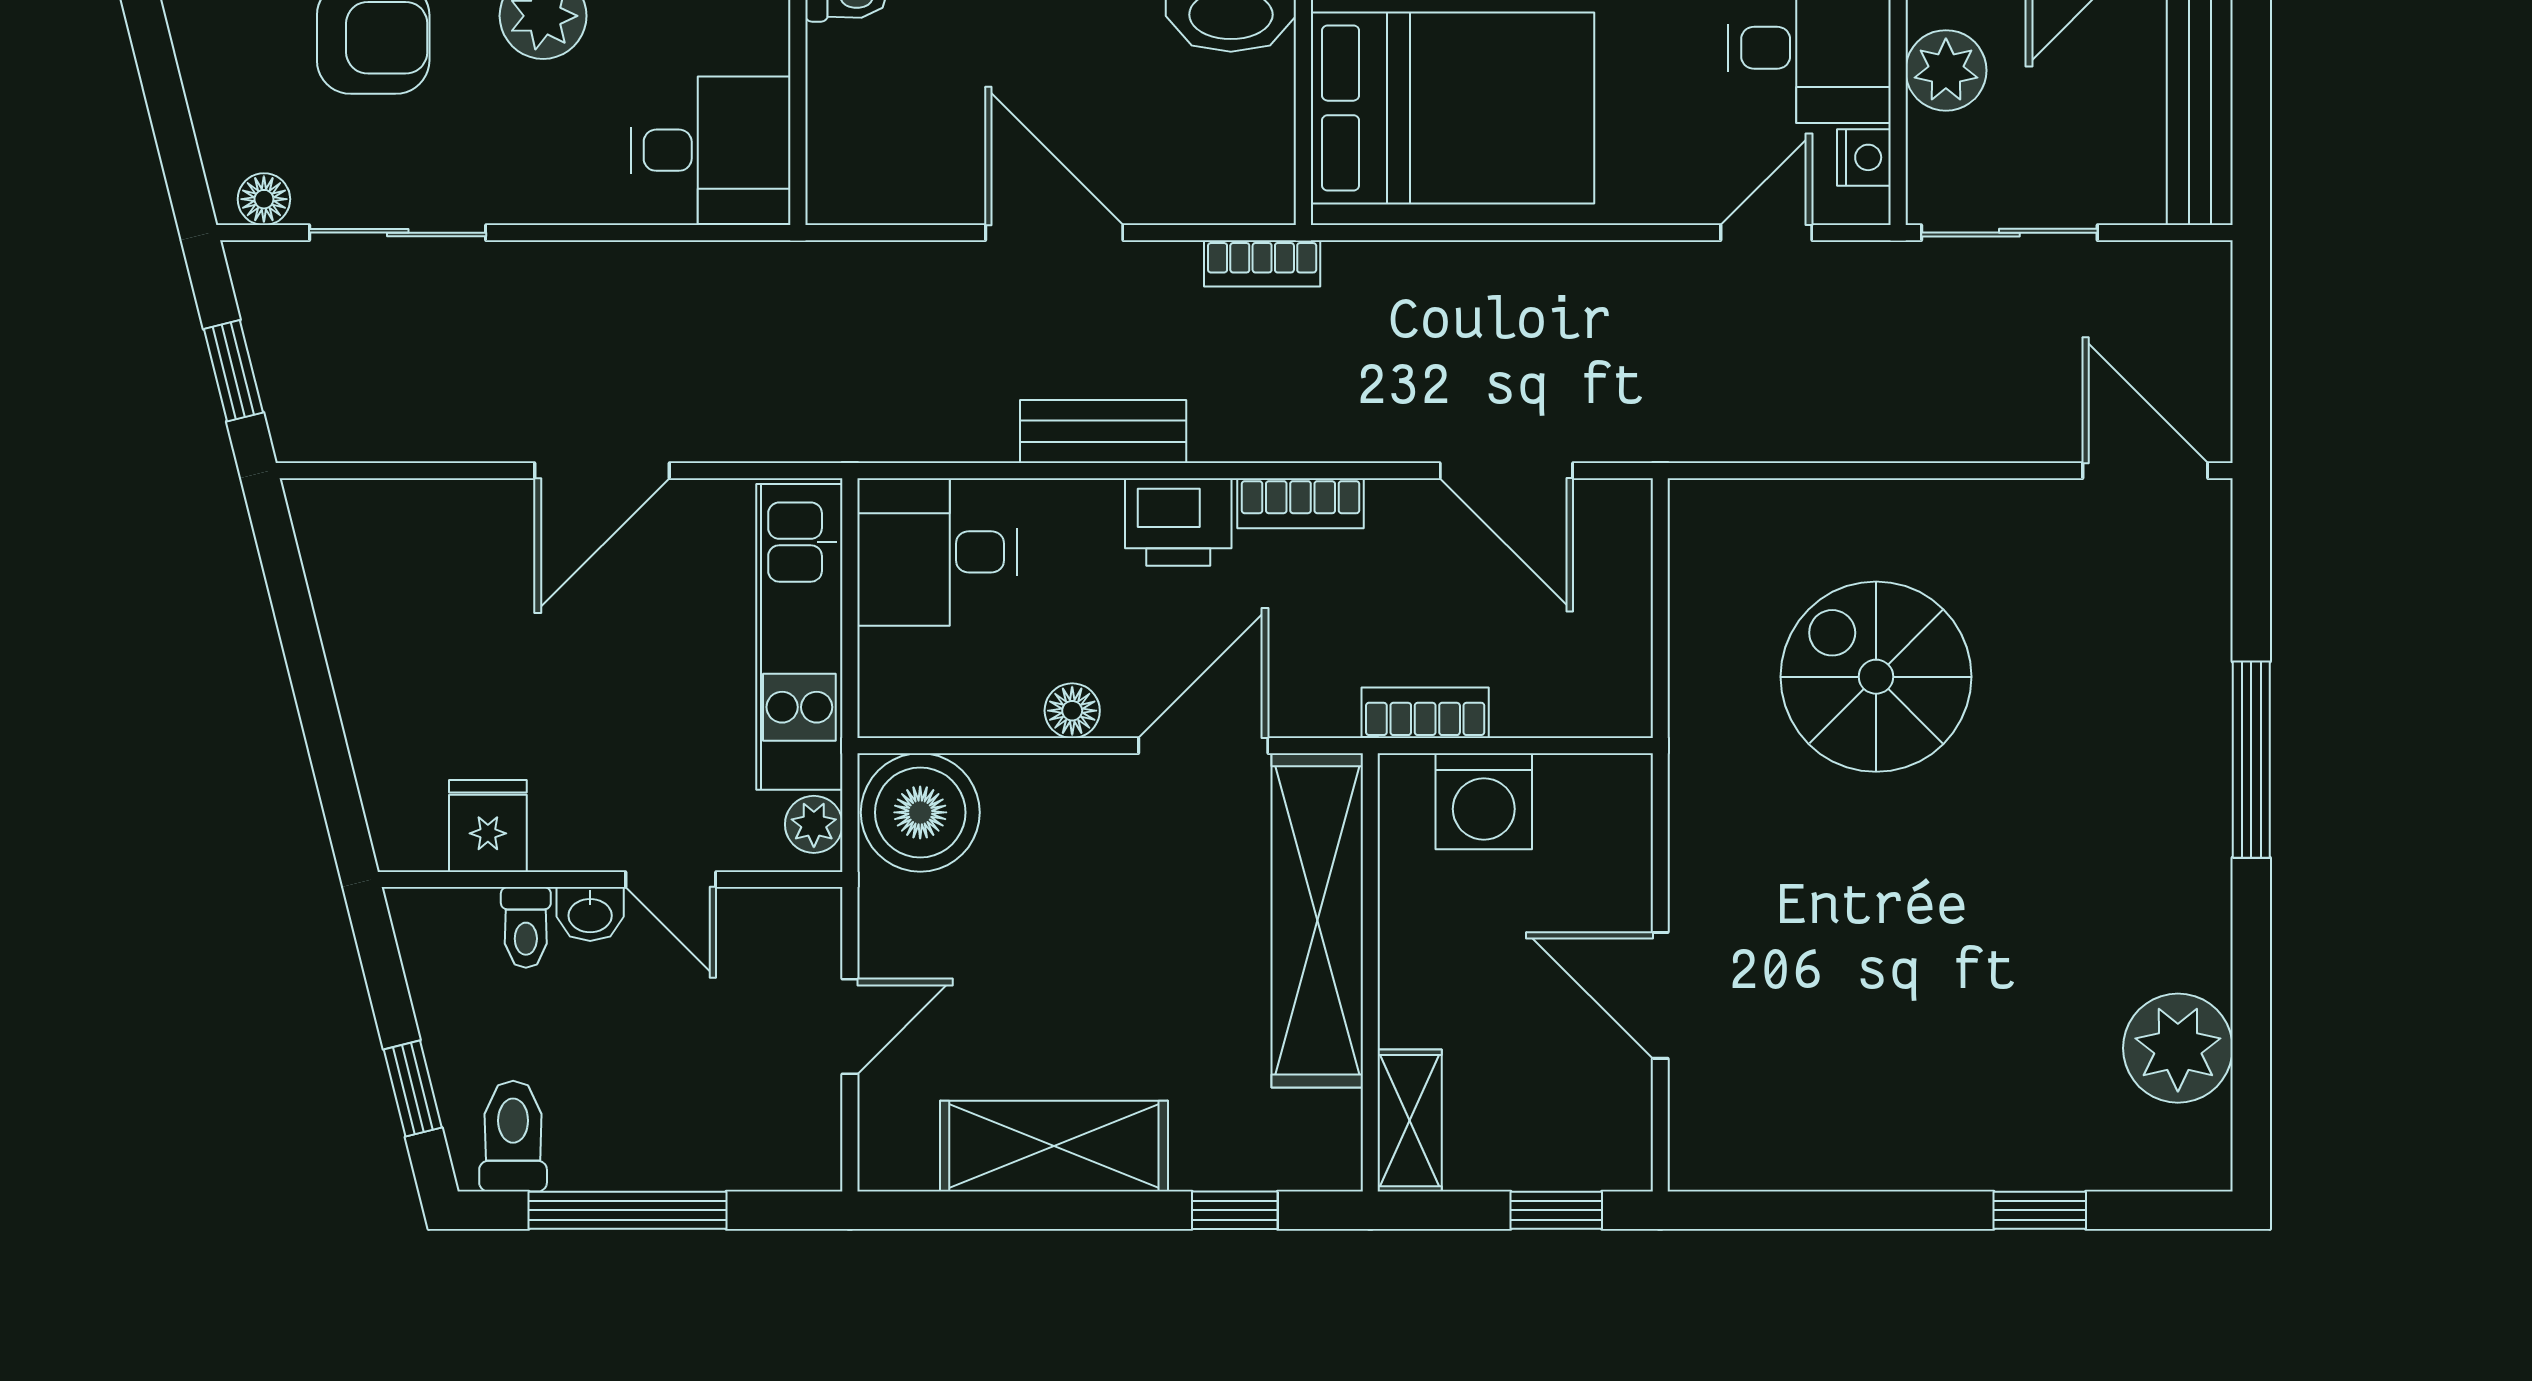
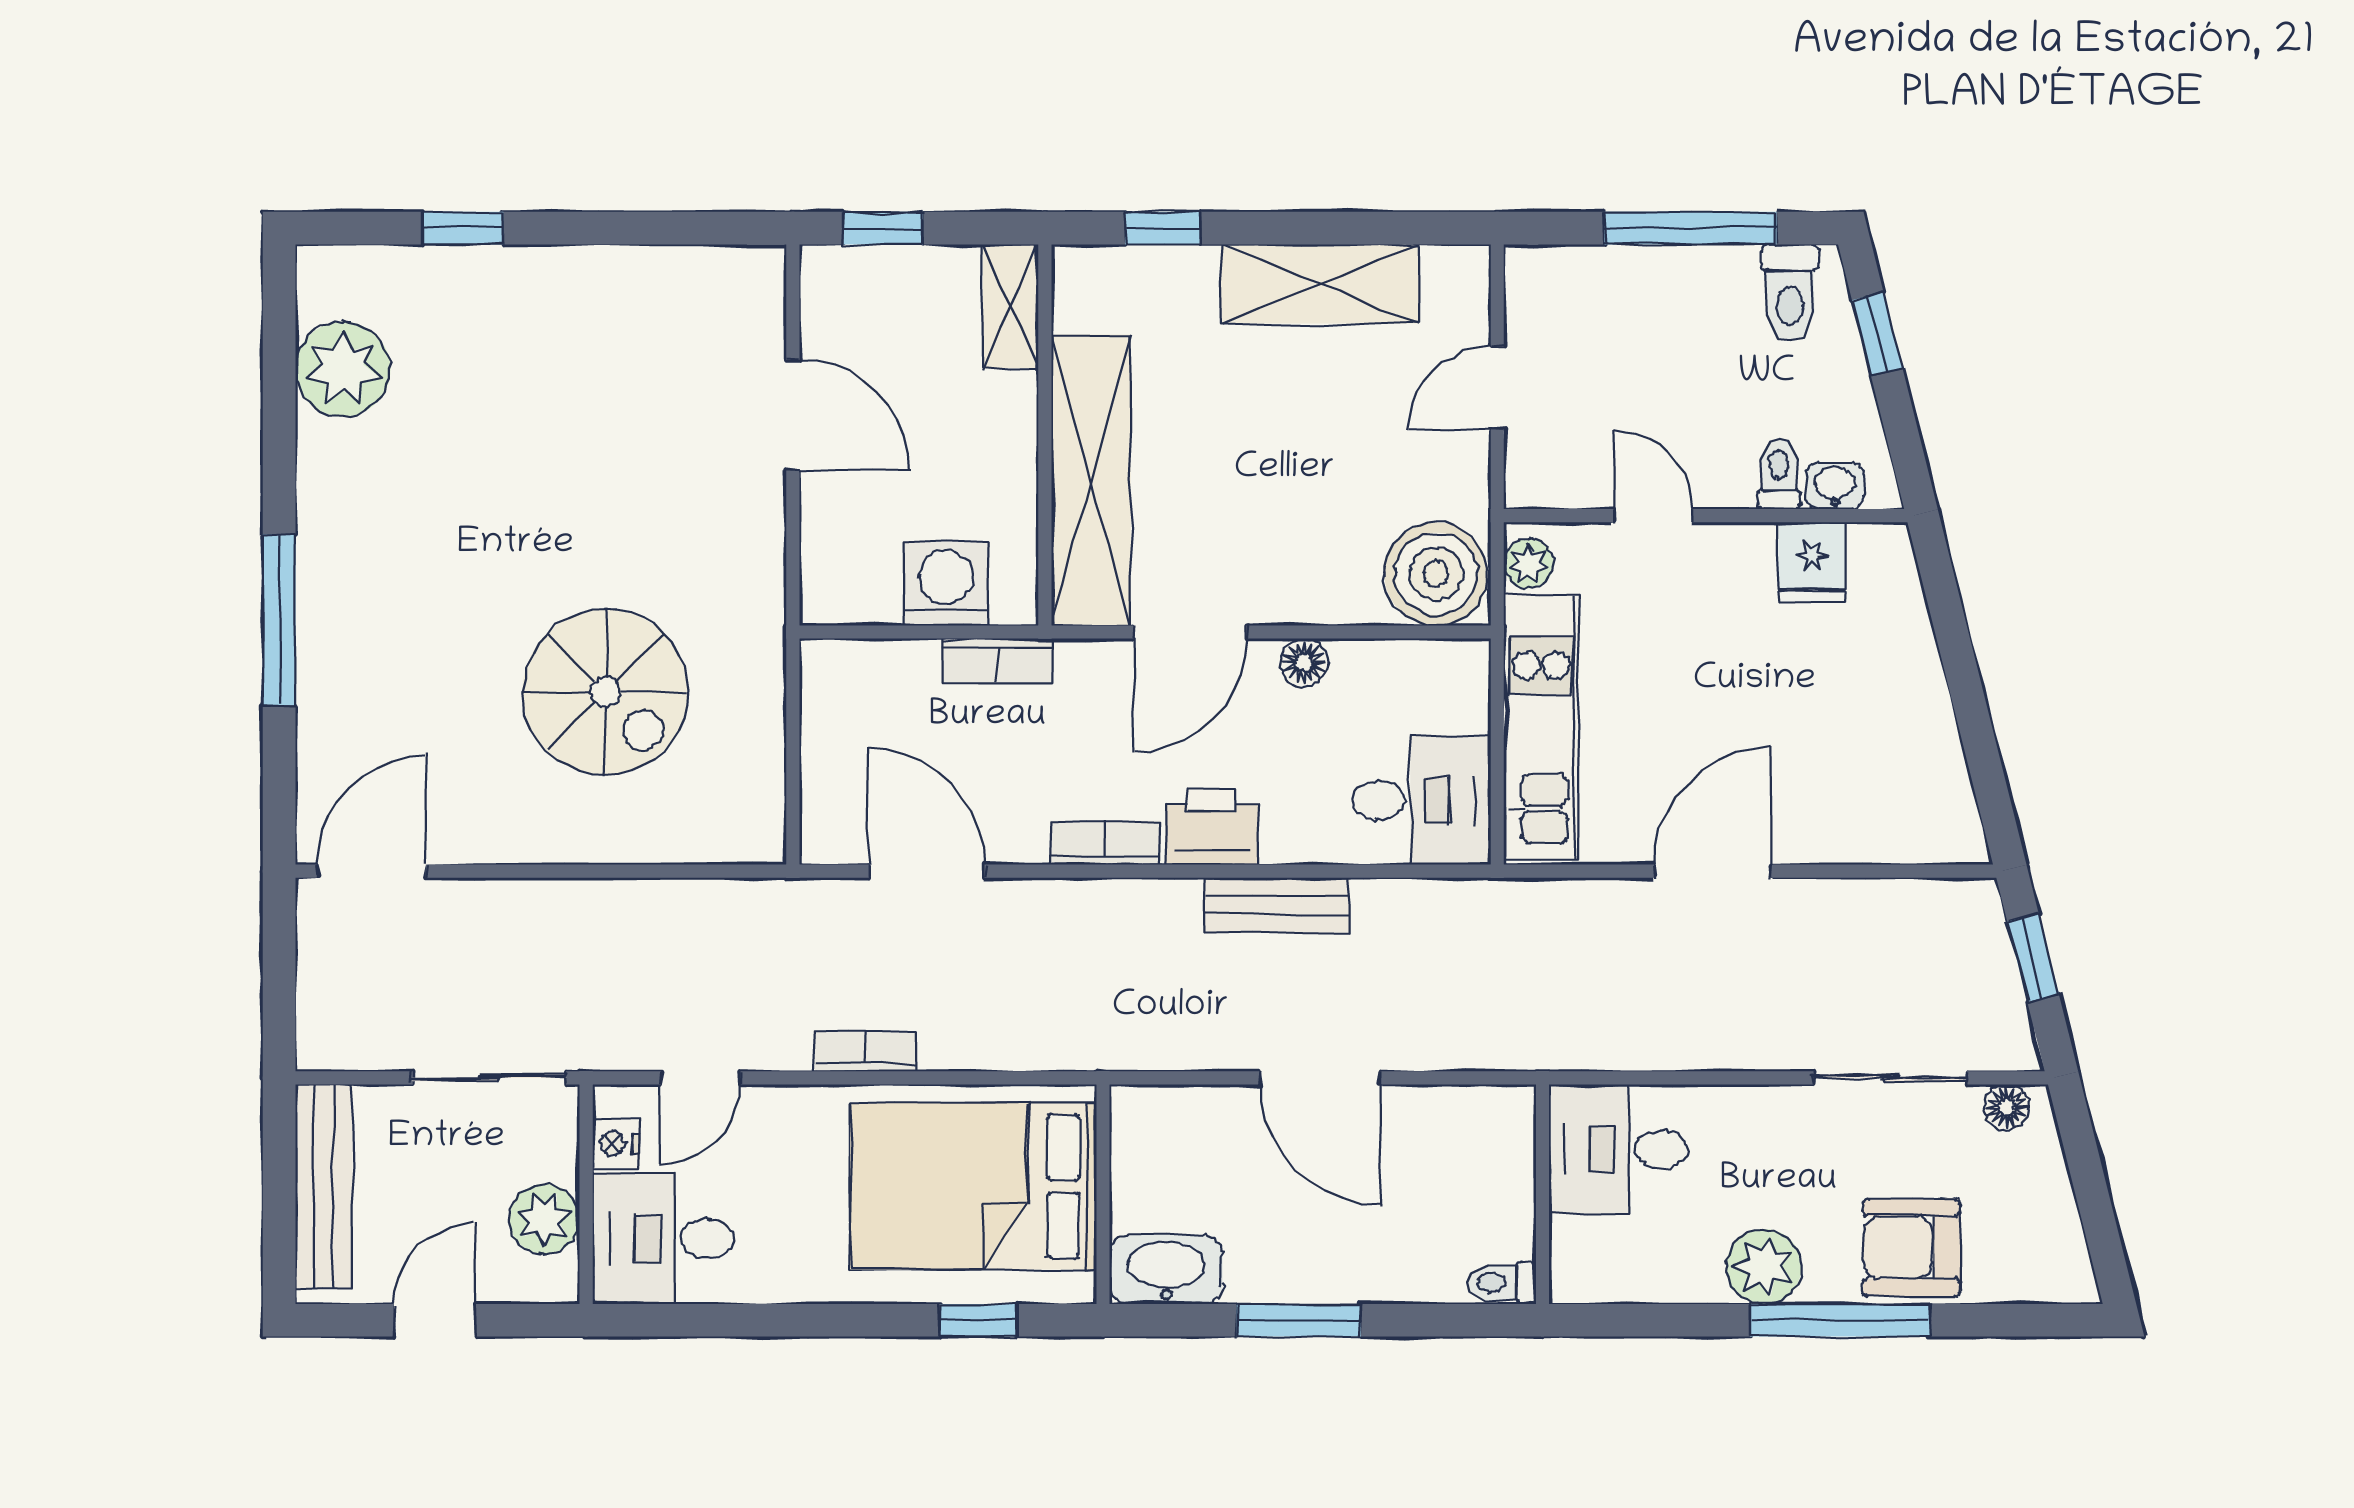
bookcase: (1262, 263) -> (866, 1051), moved
door: (2145, 471) -> (371, 871), swing flipped
washbasin: (590, 914) -> (1835, 486), moved

